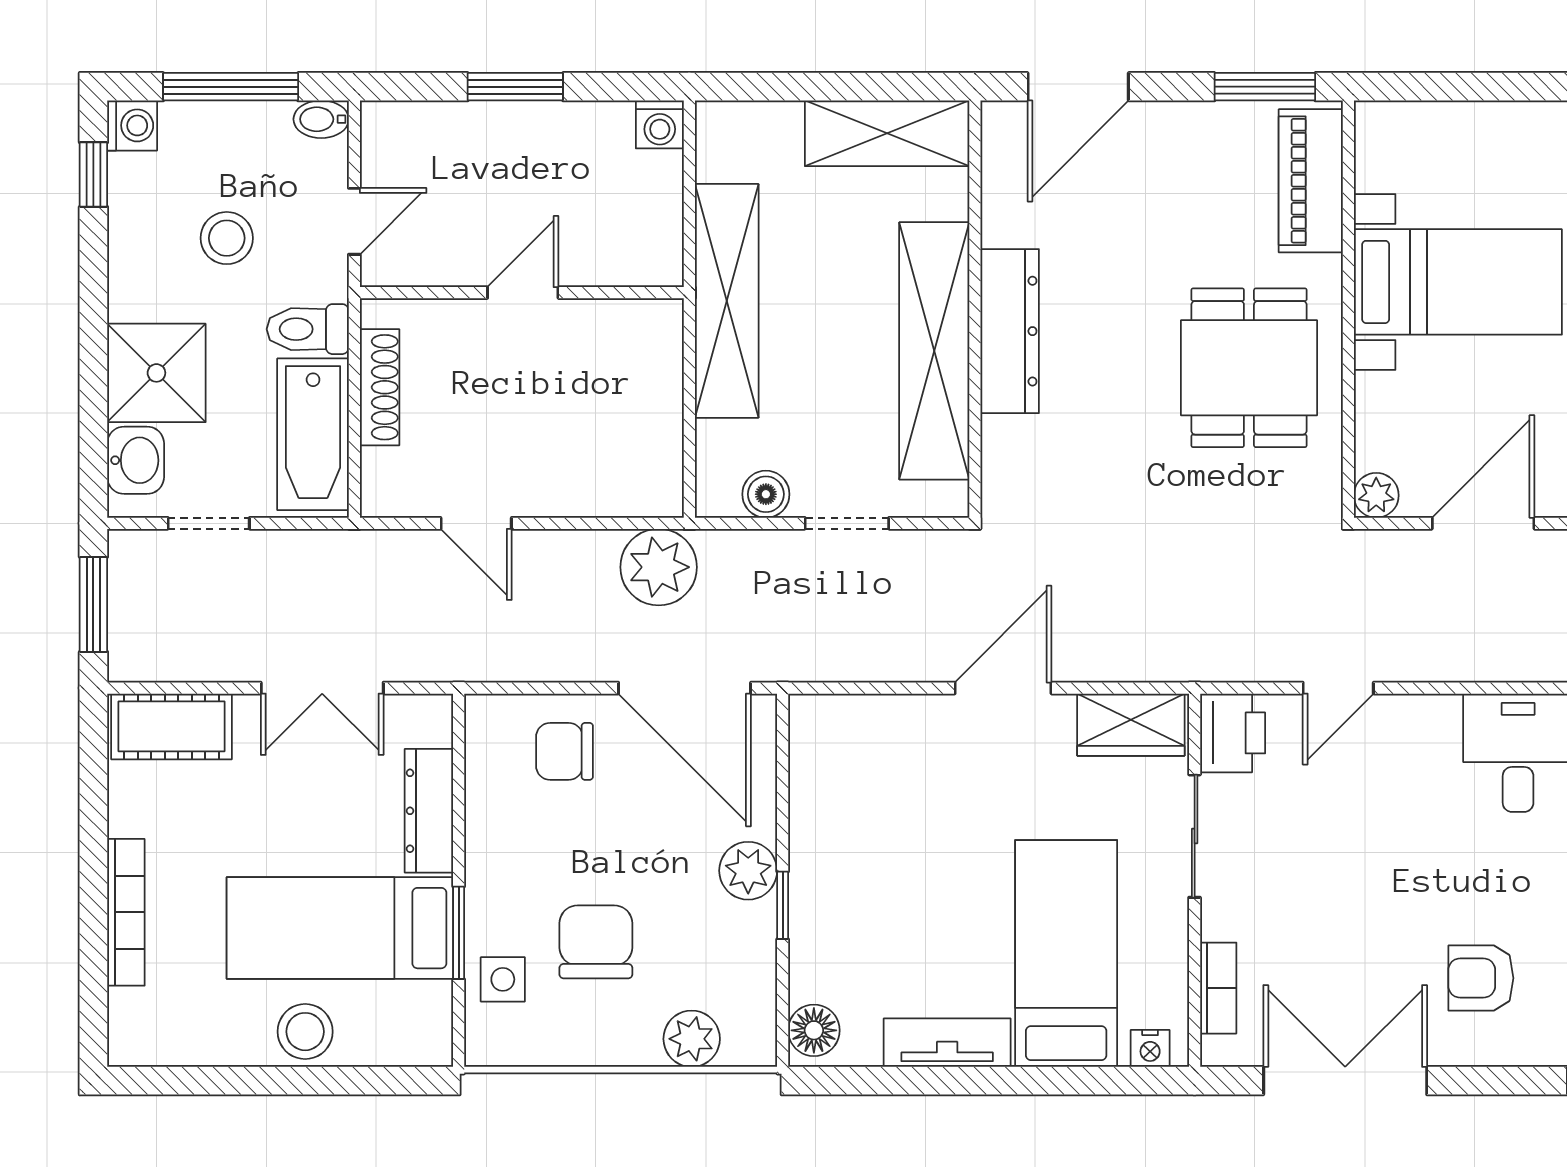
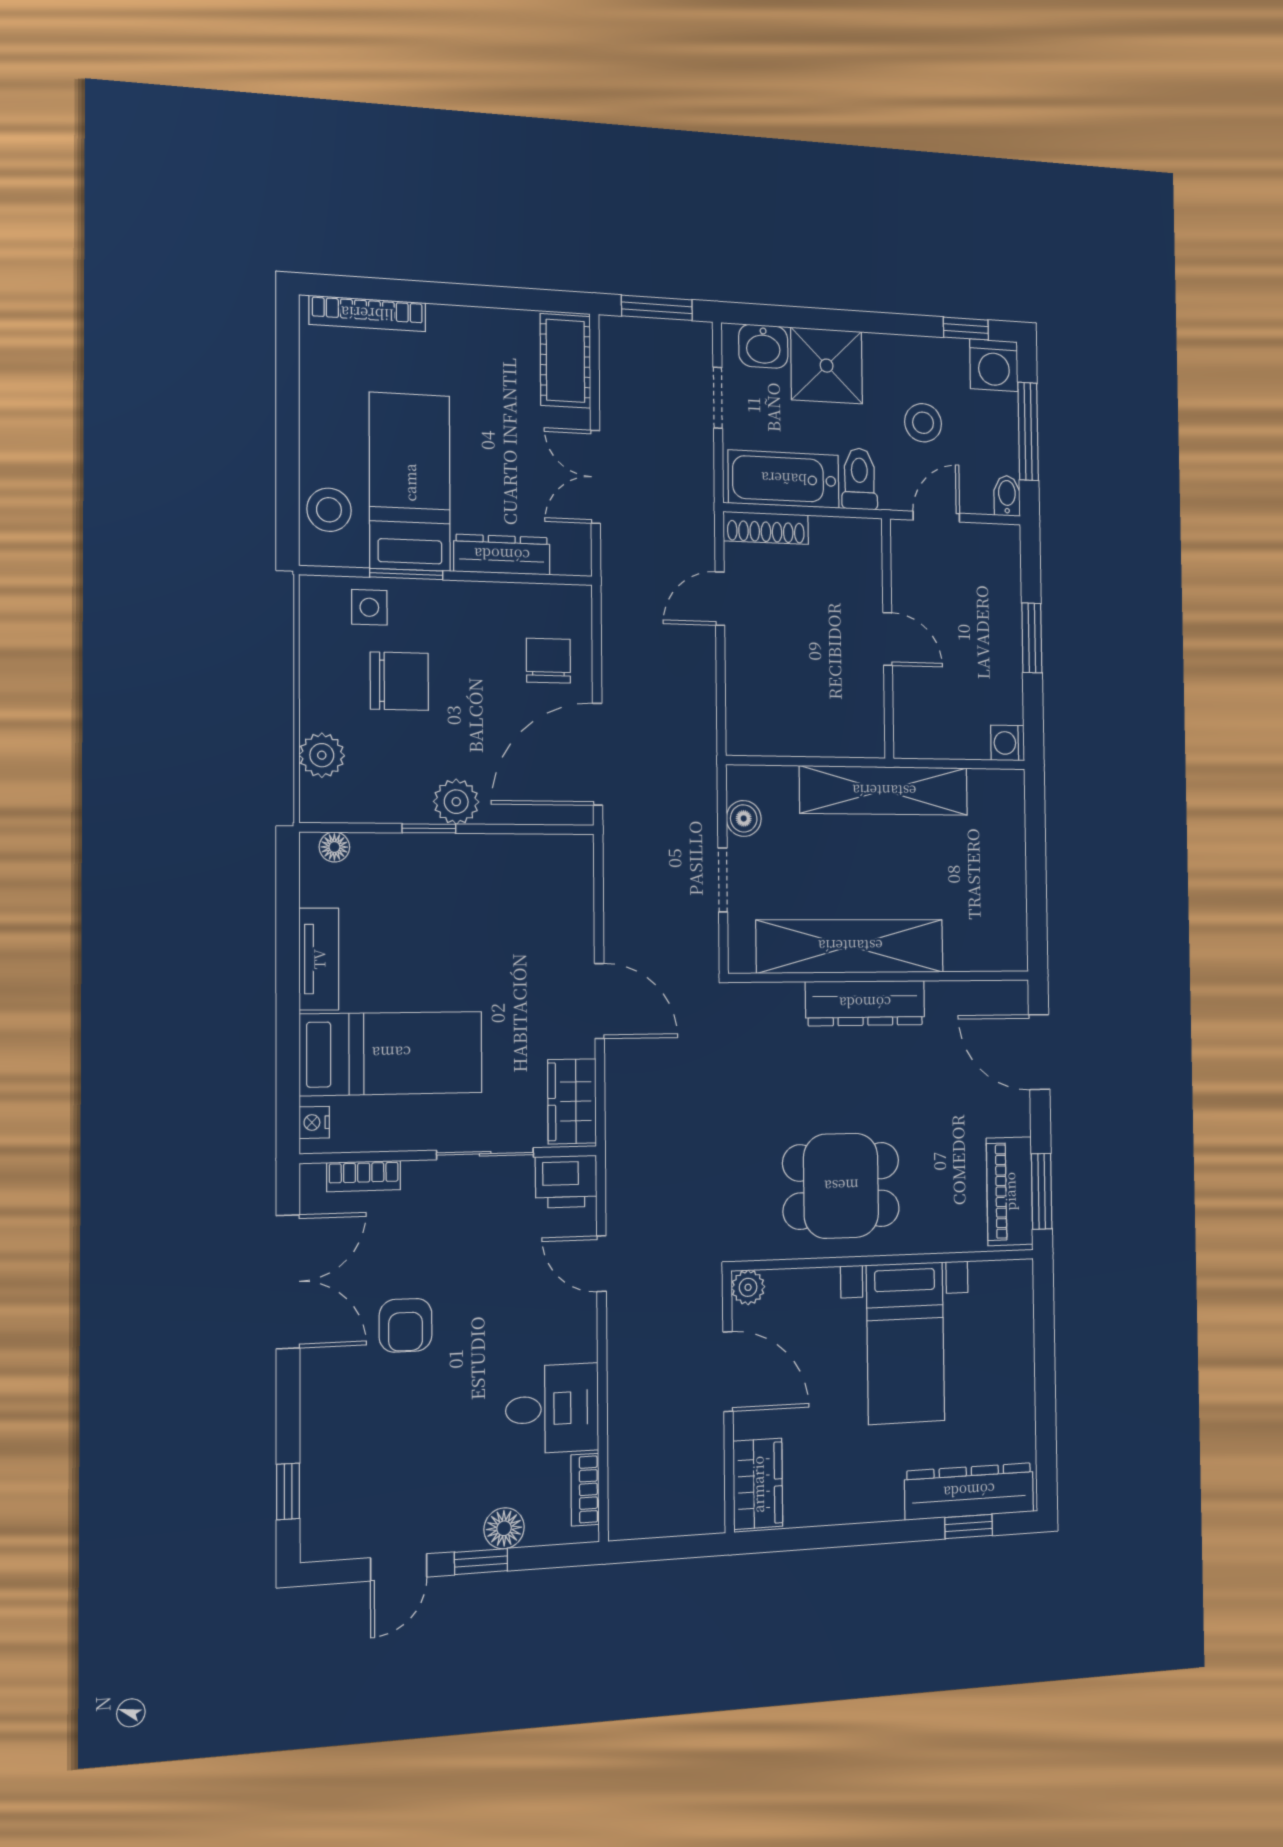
washing machine: (132, 125) -> (994, 365), width x1.38, depth x1.38
shelving: (887, 133) -> (1004, 911), removed
piano: (1311, 181) -> (1010, 1191), moved, turned -90
door: (354, 221) -> (936, 517), swing flipped
shoe rack: (380, 387) -> (766, 528), moved
plant: (659, 567) -> (689, 736), removed
bookcase: (126, 912) -> (367, 314), moved
armchair: (1481, 978) -> (406, 1325), moved, turned 180
floor lamp: (814, 1030) -> (334, 847), width x0.73, depth x0.73
stool: (305, 1032) -> (329, 510), moved

